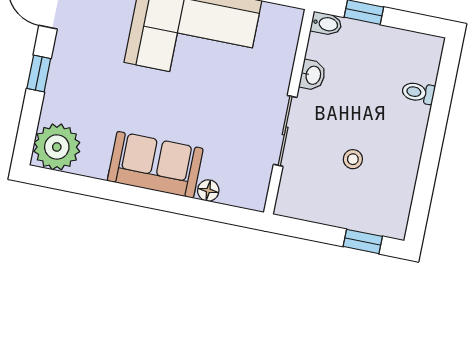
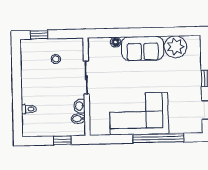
bidet: (326, 24) -> (78, 119), moved
plant: (57, 147) -> (176, 47), moved
stool: (353, 159) -> (56, 59), moved

